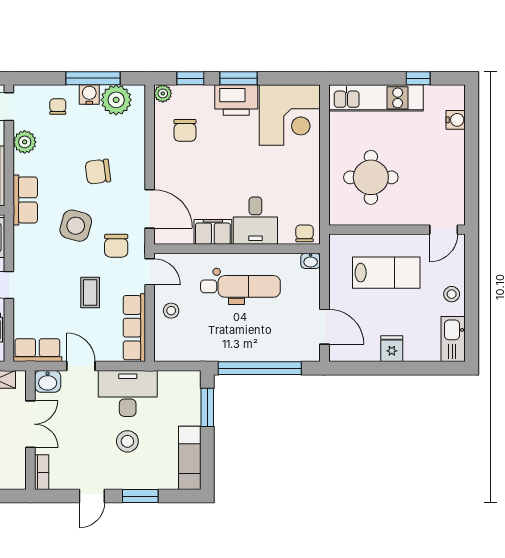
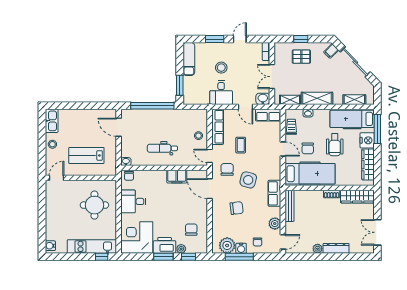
window: (418, 78) -> (102, 257), moved
plant: (163, 93) -> (181, 249), moved
water cooler: (456, 120) -> (50, 246), moved
desk: (255, 221) -> (133, 201), moved, turned -90
dental chair: (240, 286) -> (162, 148), width x0.73, depth x0.72
fridge: (392, 349) -> (84, 116), removed
desk: (128, 393) -> (221, 93), width x0.73

